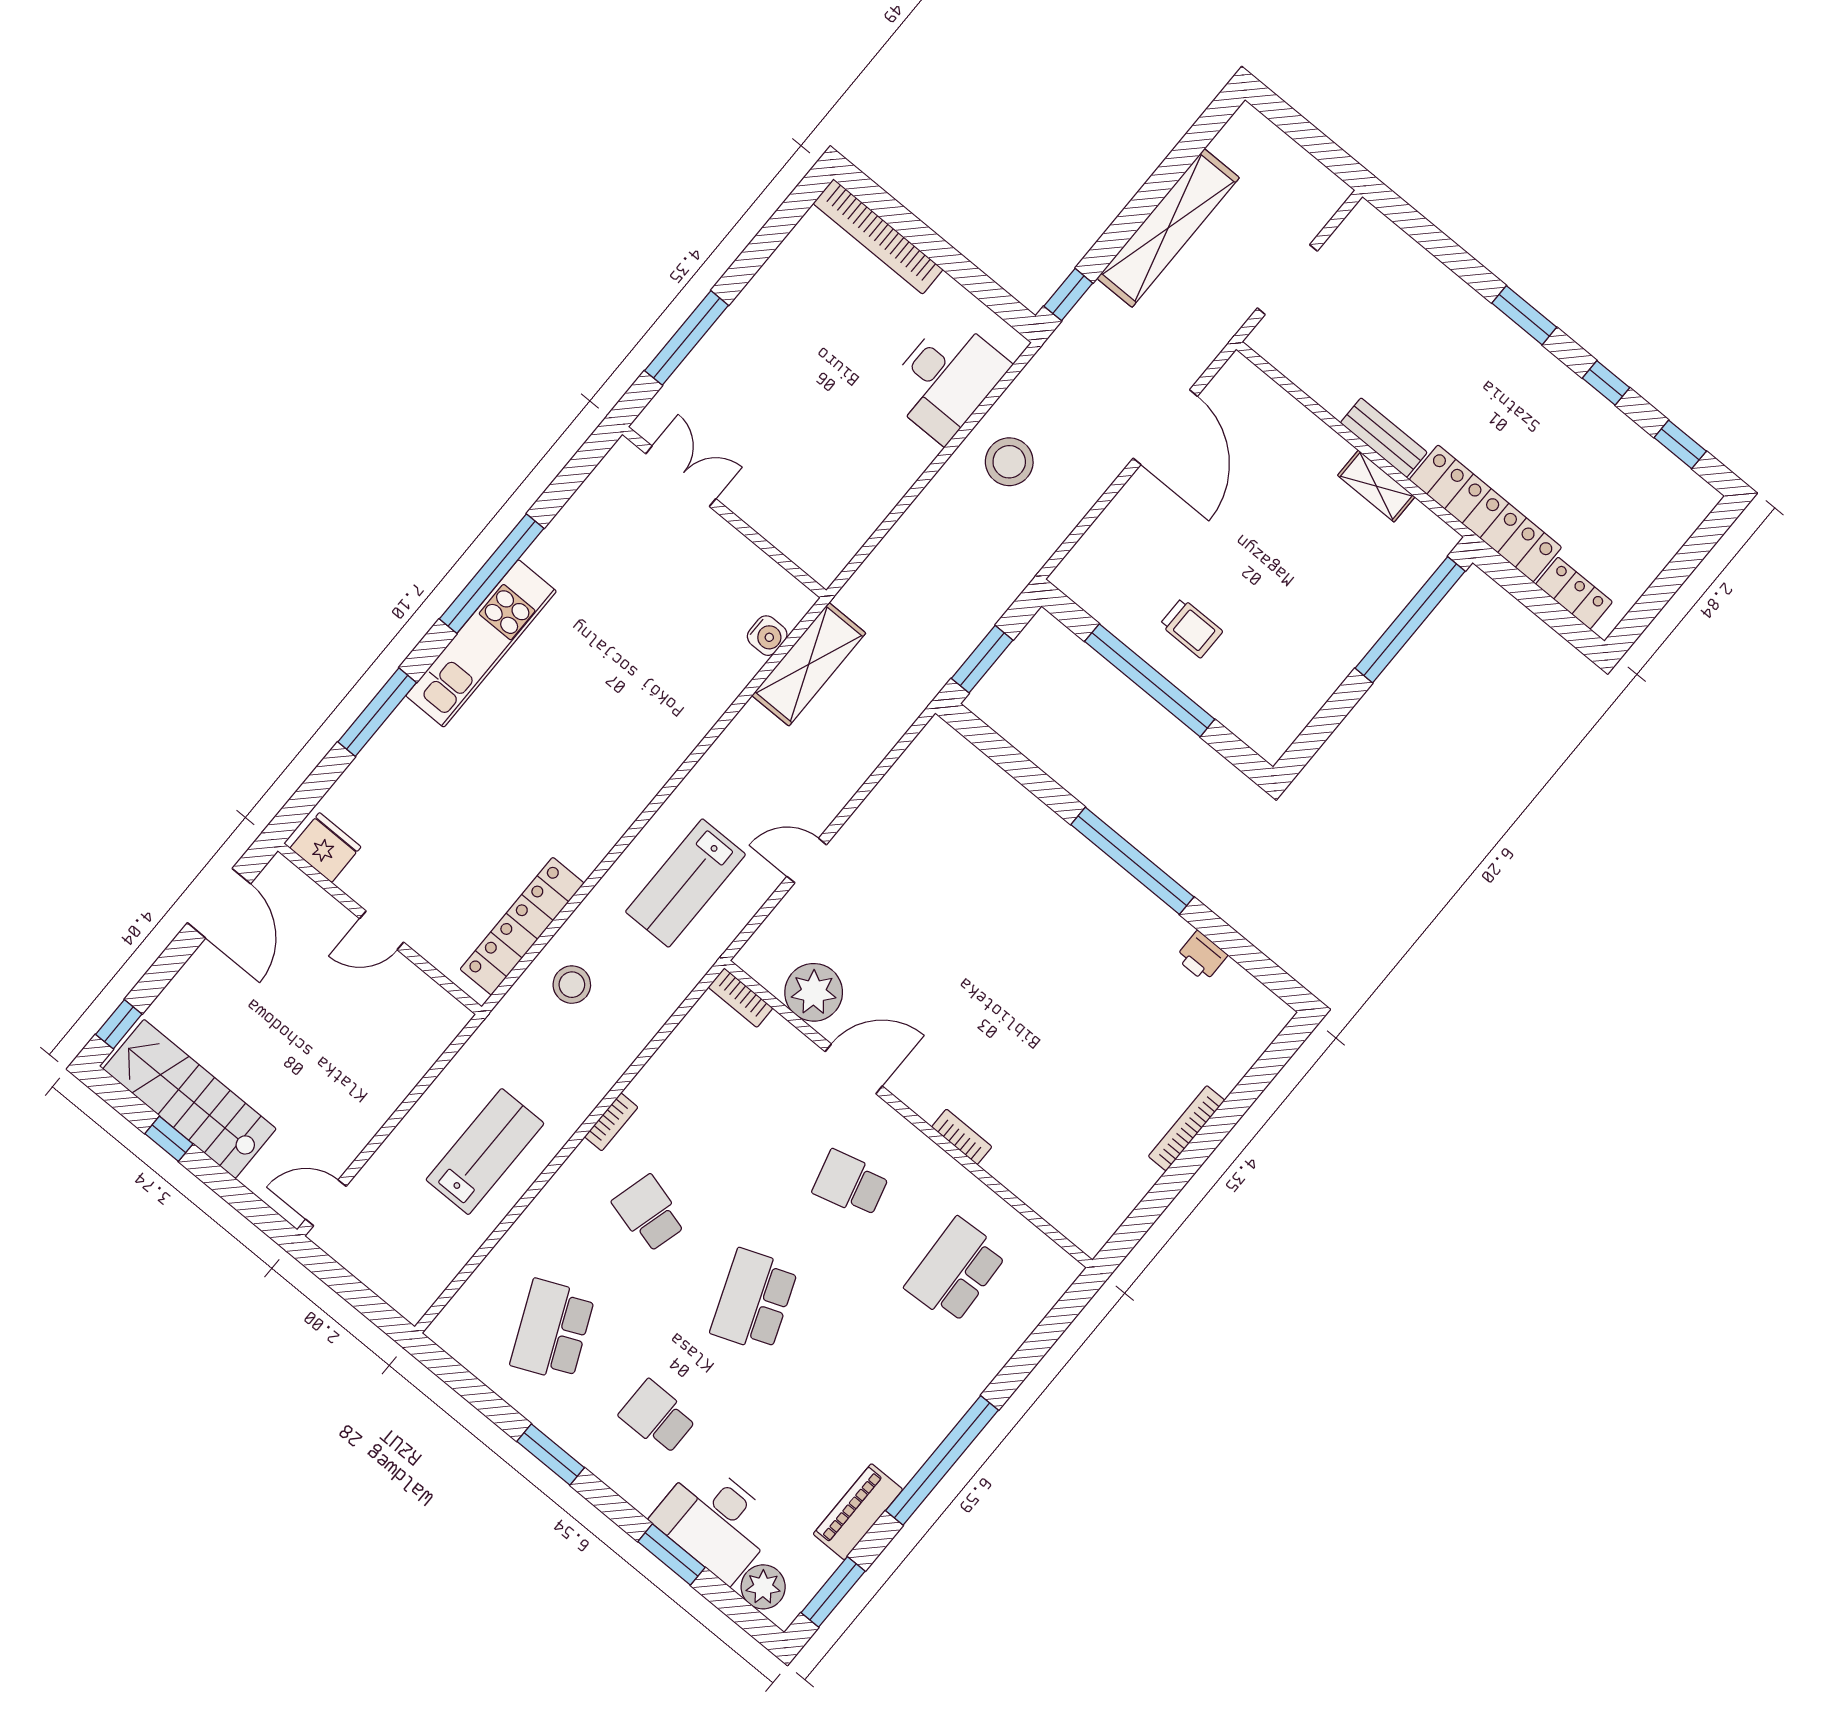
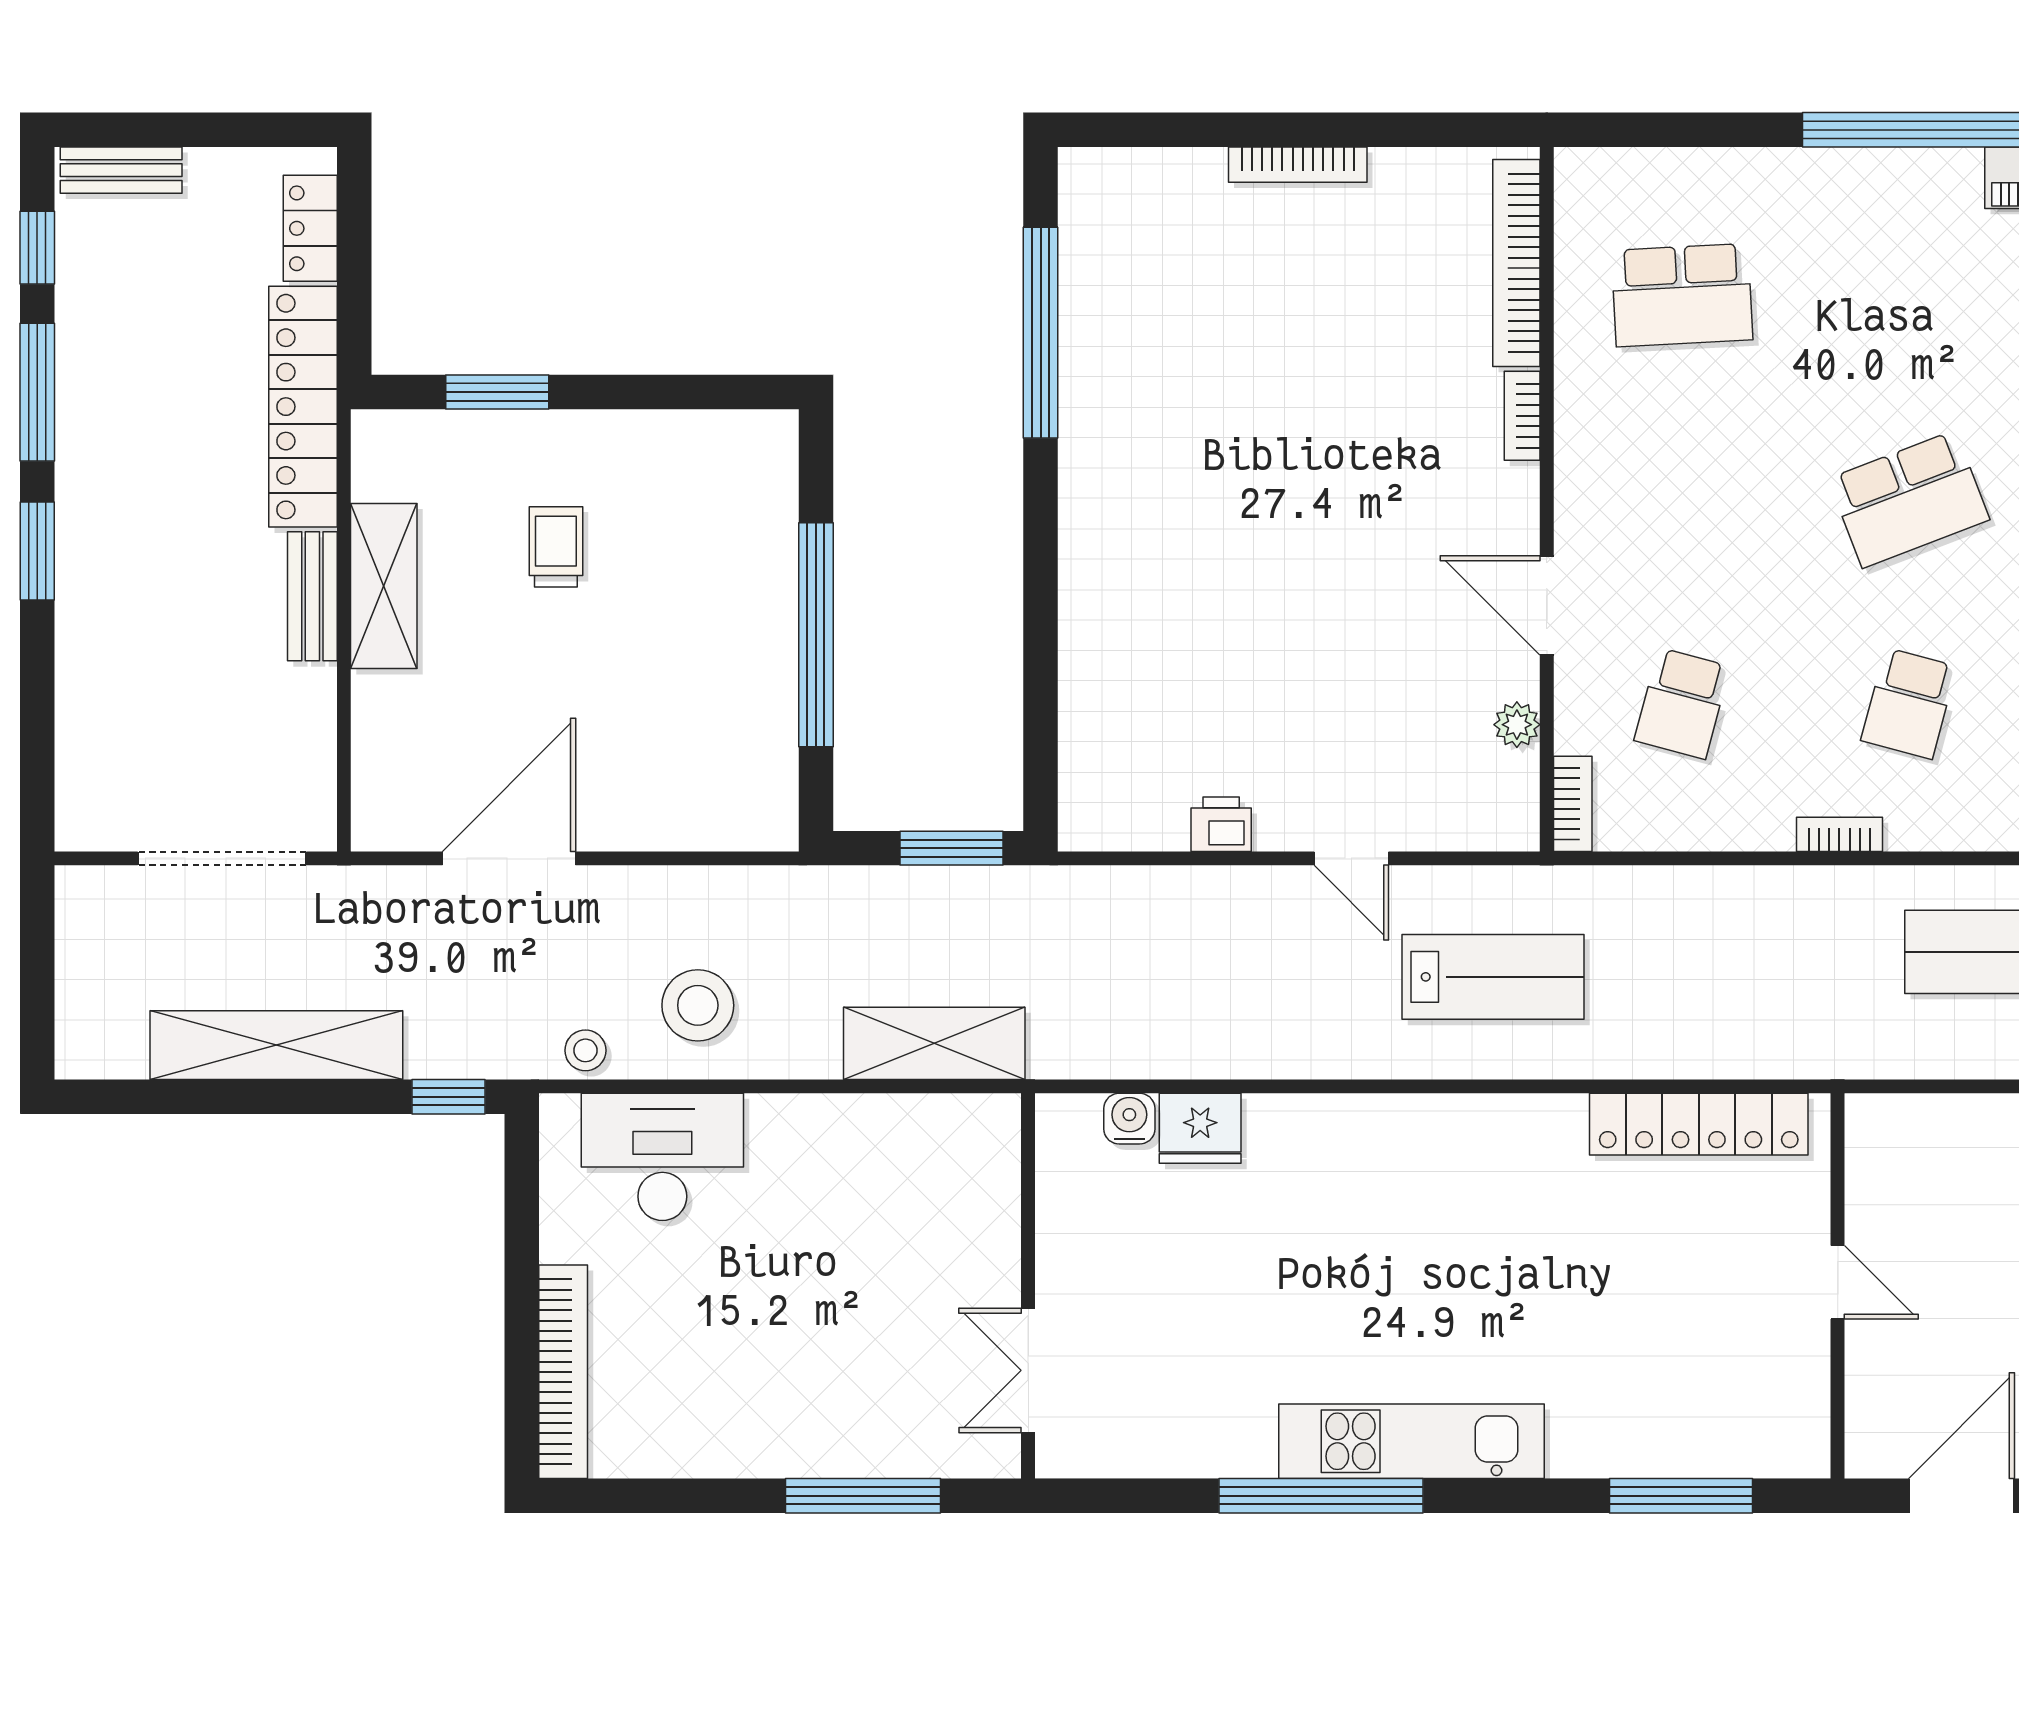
doorway: (1287, 280) -> (222, 858), width x1.36
window: (1606, 383) -> (37, 392), width x2.17
shelving: (1376, 486) -> (384, 586), width x1.50, depth x1.33
bench: (1684, 521) -> (121, 170), added
window: (1410, 620) -> (497, 392), width x0.47
trolley: (1191, 628) -> (556, 547), moved
shelving: (809, 664) -> (934, 1043), moved
window: (377, 712) -> (1681, 1496), moved
fridge: (325, 848) -> (1200, 1128), moved, turned -90
window: (1132, 861) -> (1041, 333), moved
printer: (1201, 956) -> (1221, 824), moved, turned -90
stool: (572, 985) -> (585, 1050), moved, width x0.73, depth x0.73
plant: (814, 992) -> (1517, 725), width x0.53, depth x0.53
school desk: (851, 1184) -> (1682, 703), moved, turned 30
bookcase: (1043, 1199) -> (1516, 263), added

